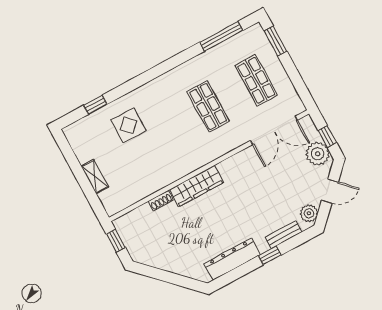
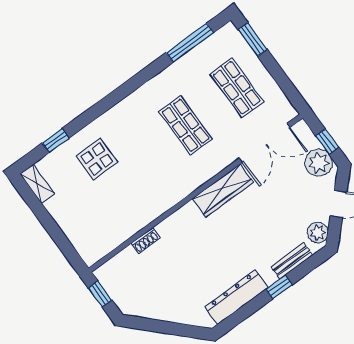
shelving: (95, 177) -> (37, 184), moved
wardrobe: (196, 186) -> (223, 190), moved

